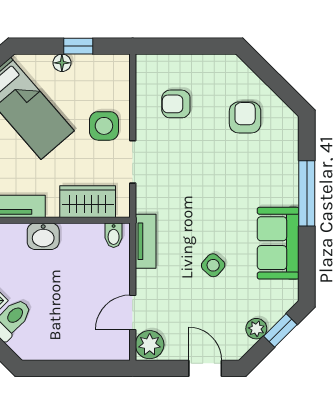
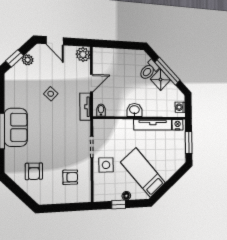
wardrobe: (88, 202) -> (114, 127), removed
sofa: (278, 243) -> (16, 127), moved
door: (133, 312) -> (91, 83), moved

